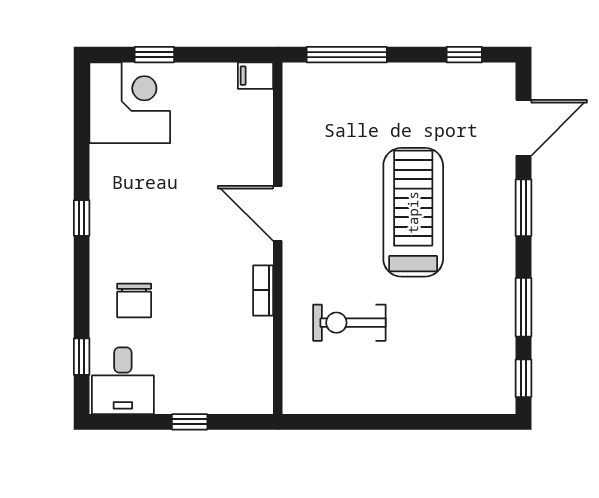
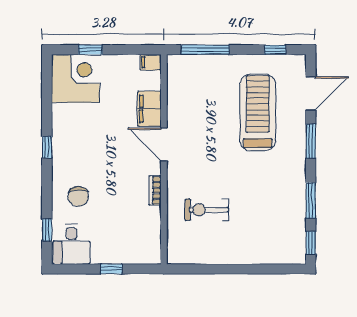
filing cabinet: (253, 154) -> (149, 109), added
treadmill: (413, 212) -> (258, 112), moved

